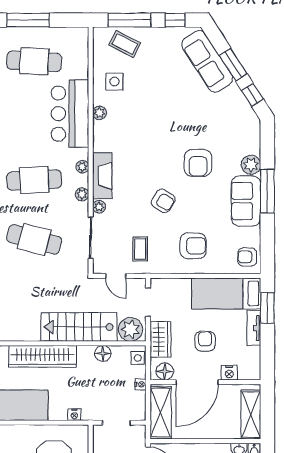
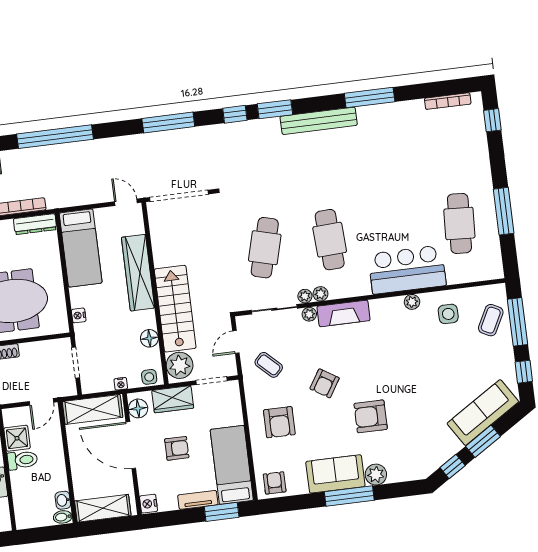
plant: (82, 167) -> (305, 296), moved
coffee table: (140, 249) -> (269, 365), turned 44
nightstand: (229, 373) -> (149, 504), moved

